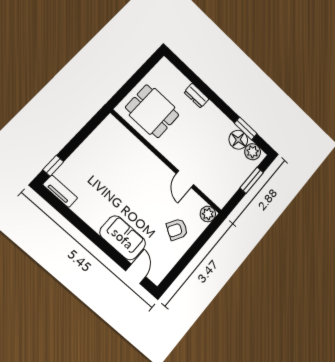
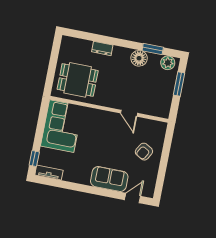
floor lamp: (238, 140) -> (139, 58), moved
corner sofa: (106, 149) -> (62, 126), added
plant: (208, 214) -> (160, 128), removed
door: (136, 274) -> (133, 198), hinge flipped

